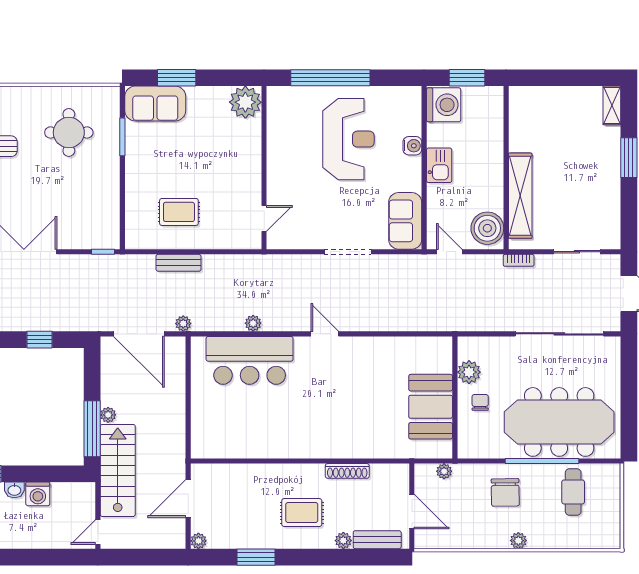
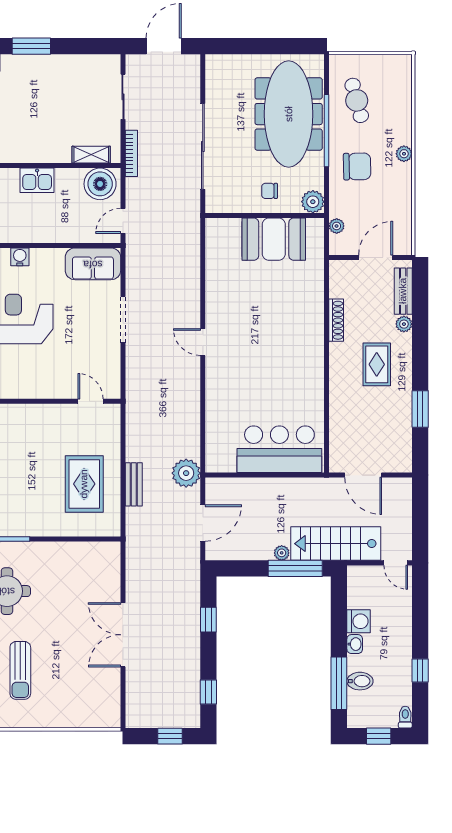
kitchen sink: (439, 165) -> (37, 180), moved, turned 180
shelving: (520, 196) -> (91, 155), width x0.45, depth x0.75
rug: (179, 212) -> (84, 484), width x1.36, depth x1.43
window: (103, 252) -> (123, 558), removed
bookcase: (519, 260) -> (131, 153), width x1.56
plant: (253, 323) -> (193, 412), removed
plant: (183, 324) -> (186, 473), width x1.87, depth x1.87
door: (139, 334) -> (203, 523), width x0.73
door: (325, 334) -> (203, 342), hinge flipped
sliding door: (559, 334) -> (203, 146), moved
bar counter: (250, 360) -> (279, 449), moved, turned -90
plant: (469, 372) -> (313, 202), moved
cafe table: (573, 492) -> (357, 100), turned 75
plant: (198, 541) -> (404, 465), removed

